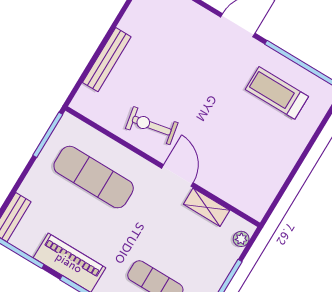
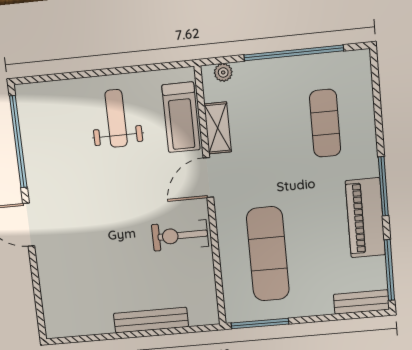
treadmill: (277, 93) -> (181, 117), moved
exercise bike: (152, 126) -> (180, 235), turned 101
weight bench: (265, 143) -> (116, 118), added

